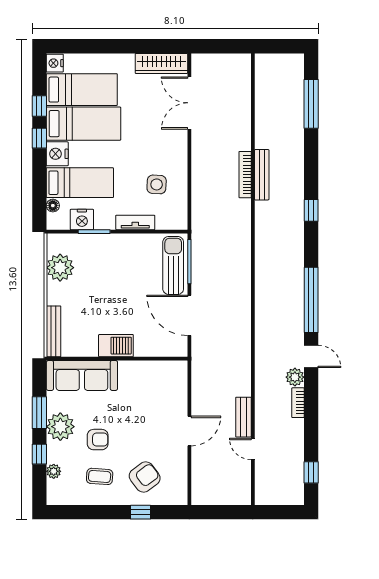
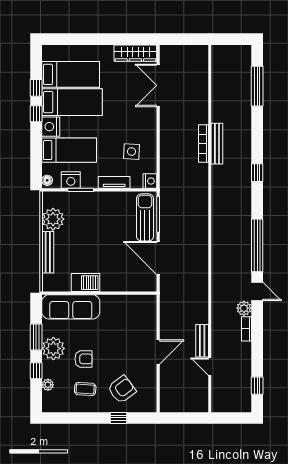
nightstand: (55, 63) -> (150, 181), moved, turned 180
floor lamp: (53, 206) -> (47, 180), moved
bench: (54, 331) -> (48, 252), moved
barbecue: (116, 346) -> (86, 283), moved

